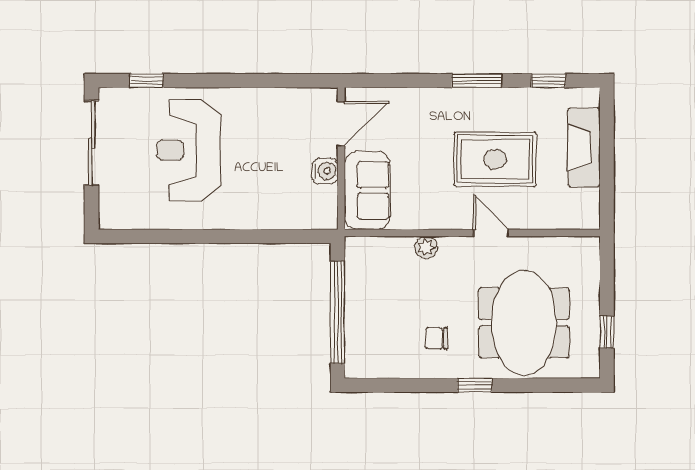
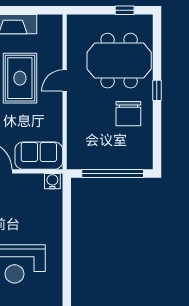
water cooler: (325, 171) -> (52, 181), moved
plant: (426, 248) -> (73, 120), removed
chair: (436, 338) -> (128, 114), width x1.87, depth x1.87

